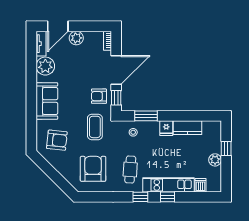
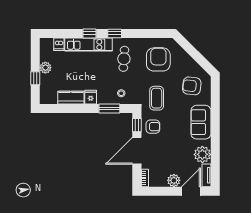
armchair: (93, 169) -> (158, 59), turned 180

